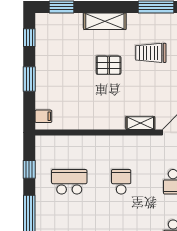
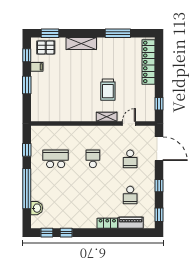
trolley: (151, 53) -> (108, 90), moved, turned -90
pallet: (109, 65) -> (46, 47), moved
filing cabinet: (43, 116) -> (37, 67), moved

